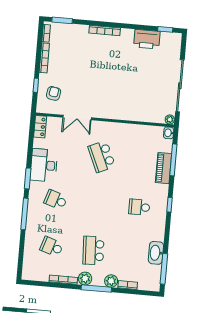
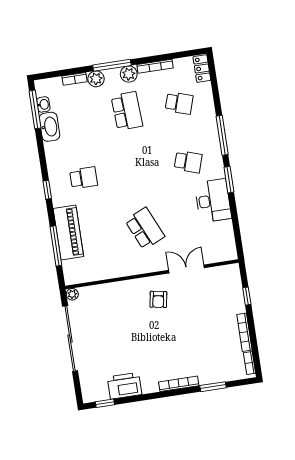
window: (62, 20) -> (213, 387), moved
armchair: (54, 93) -> (158, 299), moved
locker: (40, 127) -> (202, 69), moved
washbasin: (169, 133) -> (43, 104), moved
piano: (163, 168) -> (68, 232), width x1.37, depth x1.33

